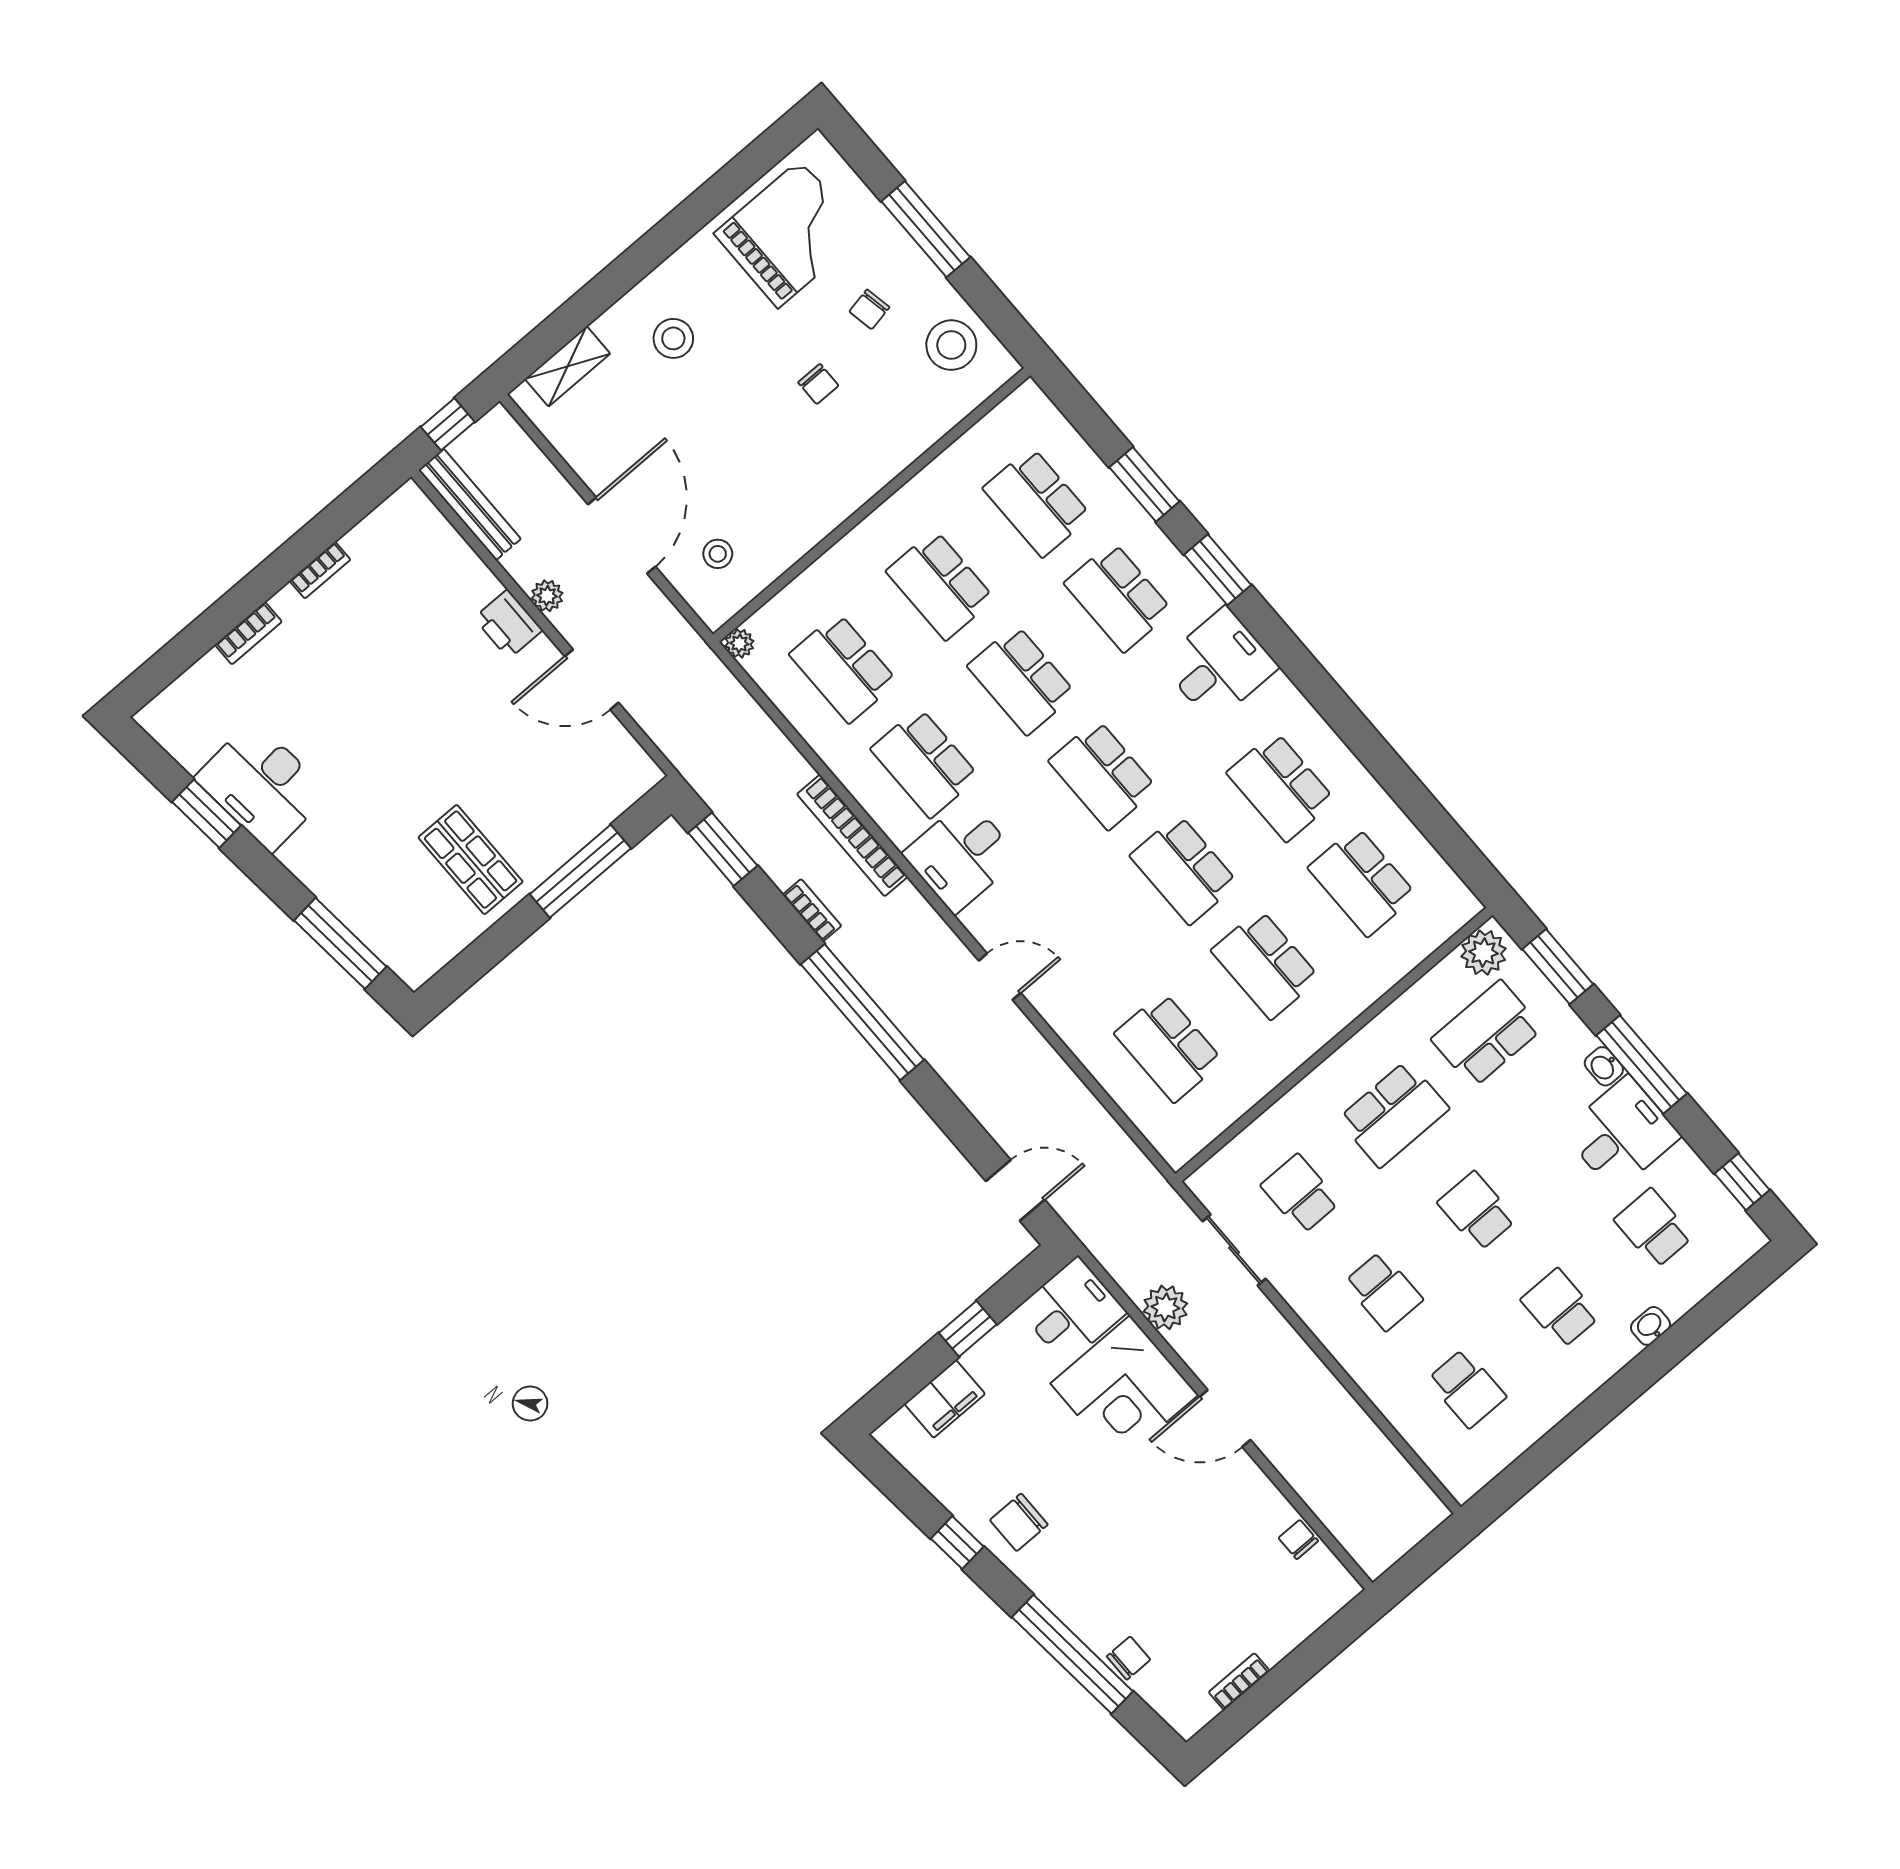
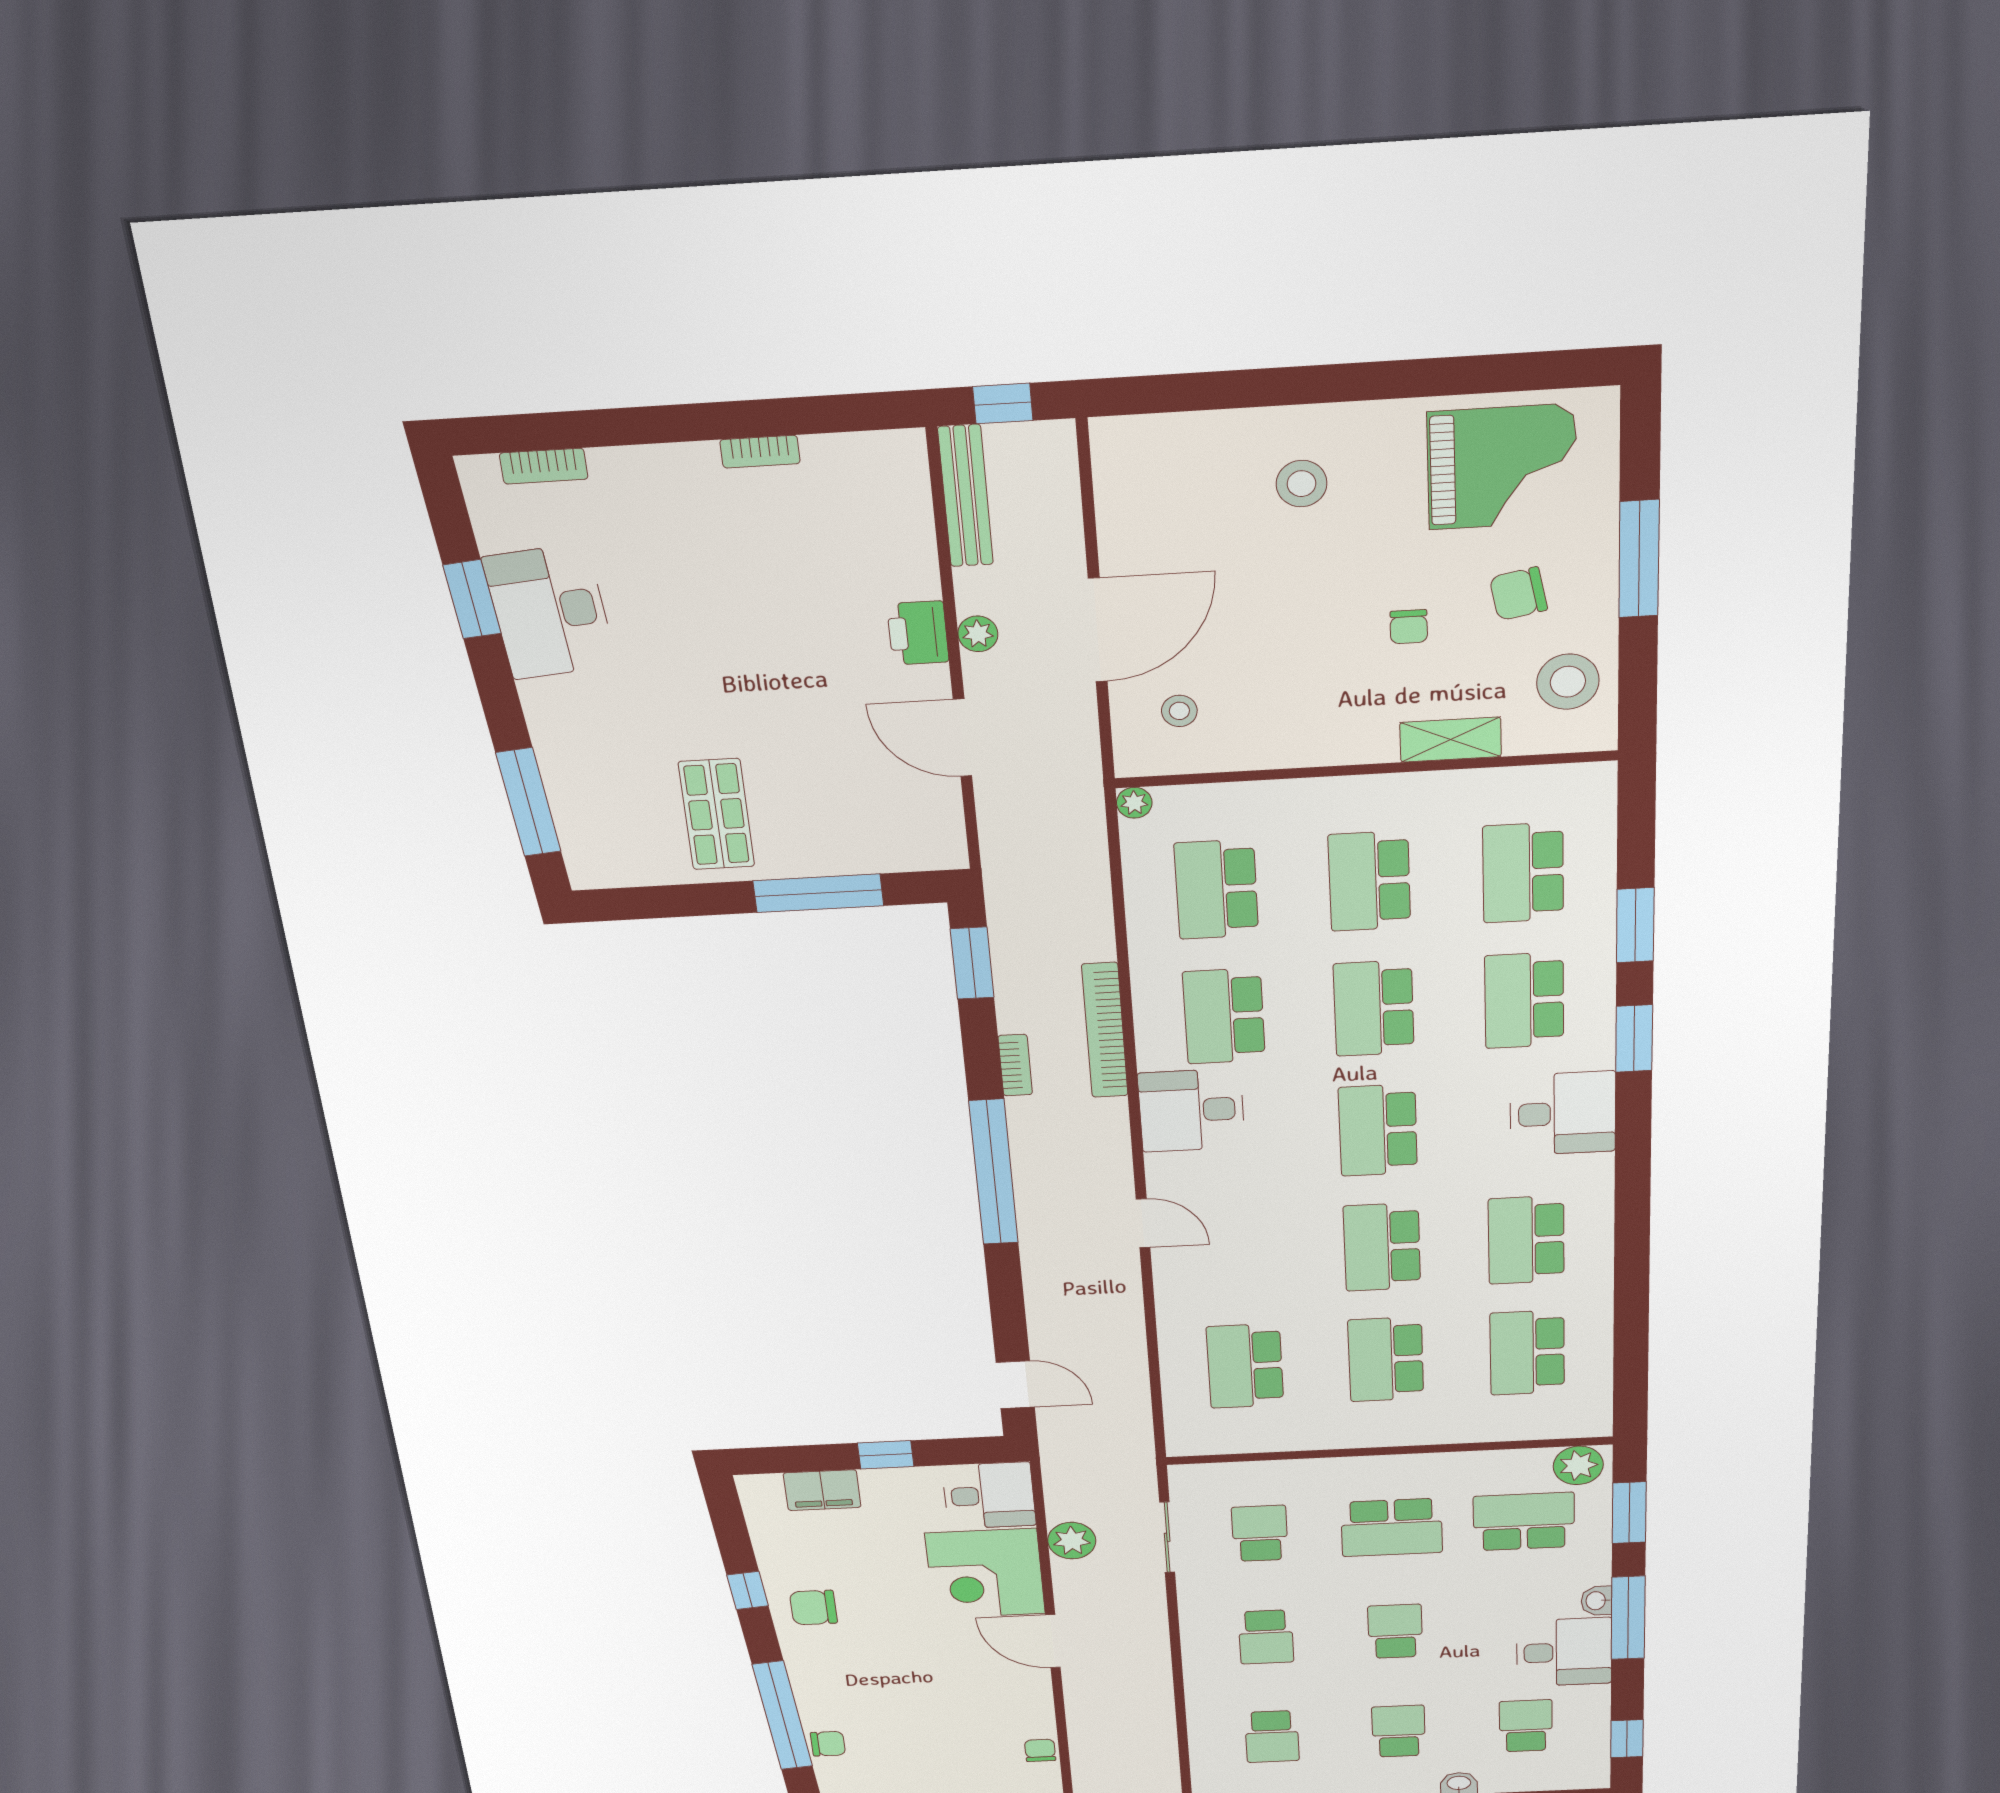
chair: (869, 309) -> (1518, 594), width x1.37, depth x1.37
shelving: (568, 366) -> (1451, 740), moved
bookcase: (248, 633) -> (544, 466), moved

